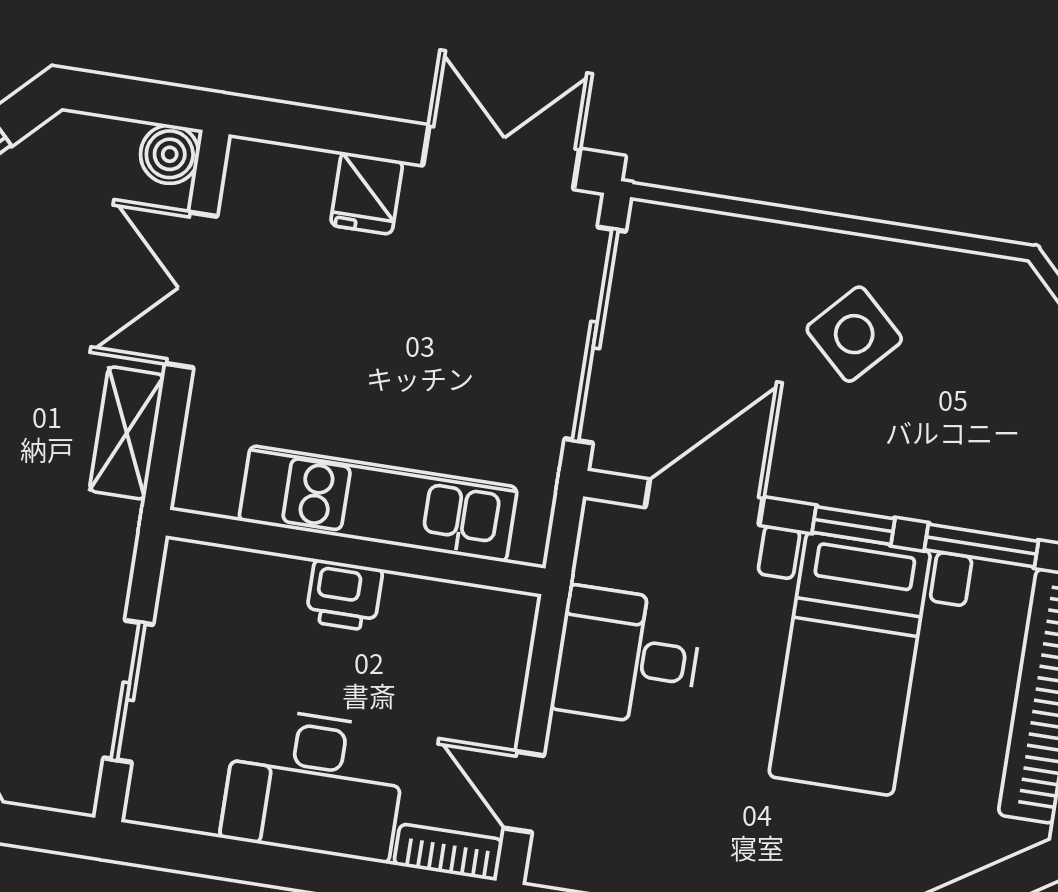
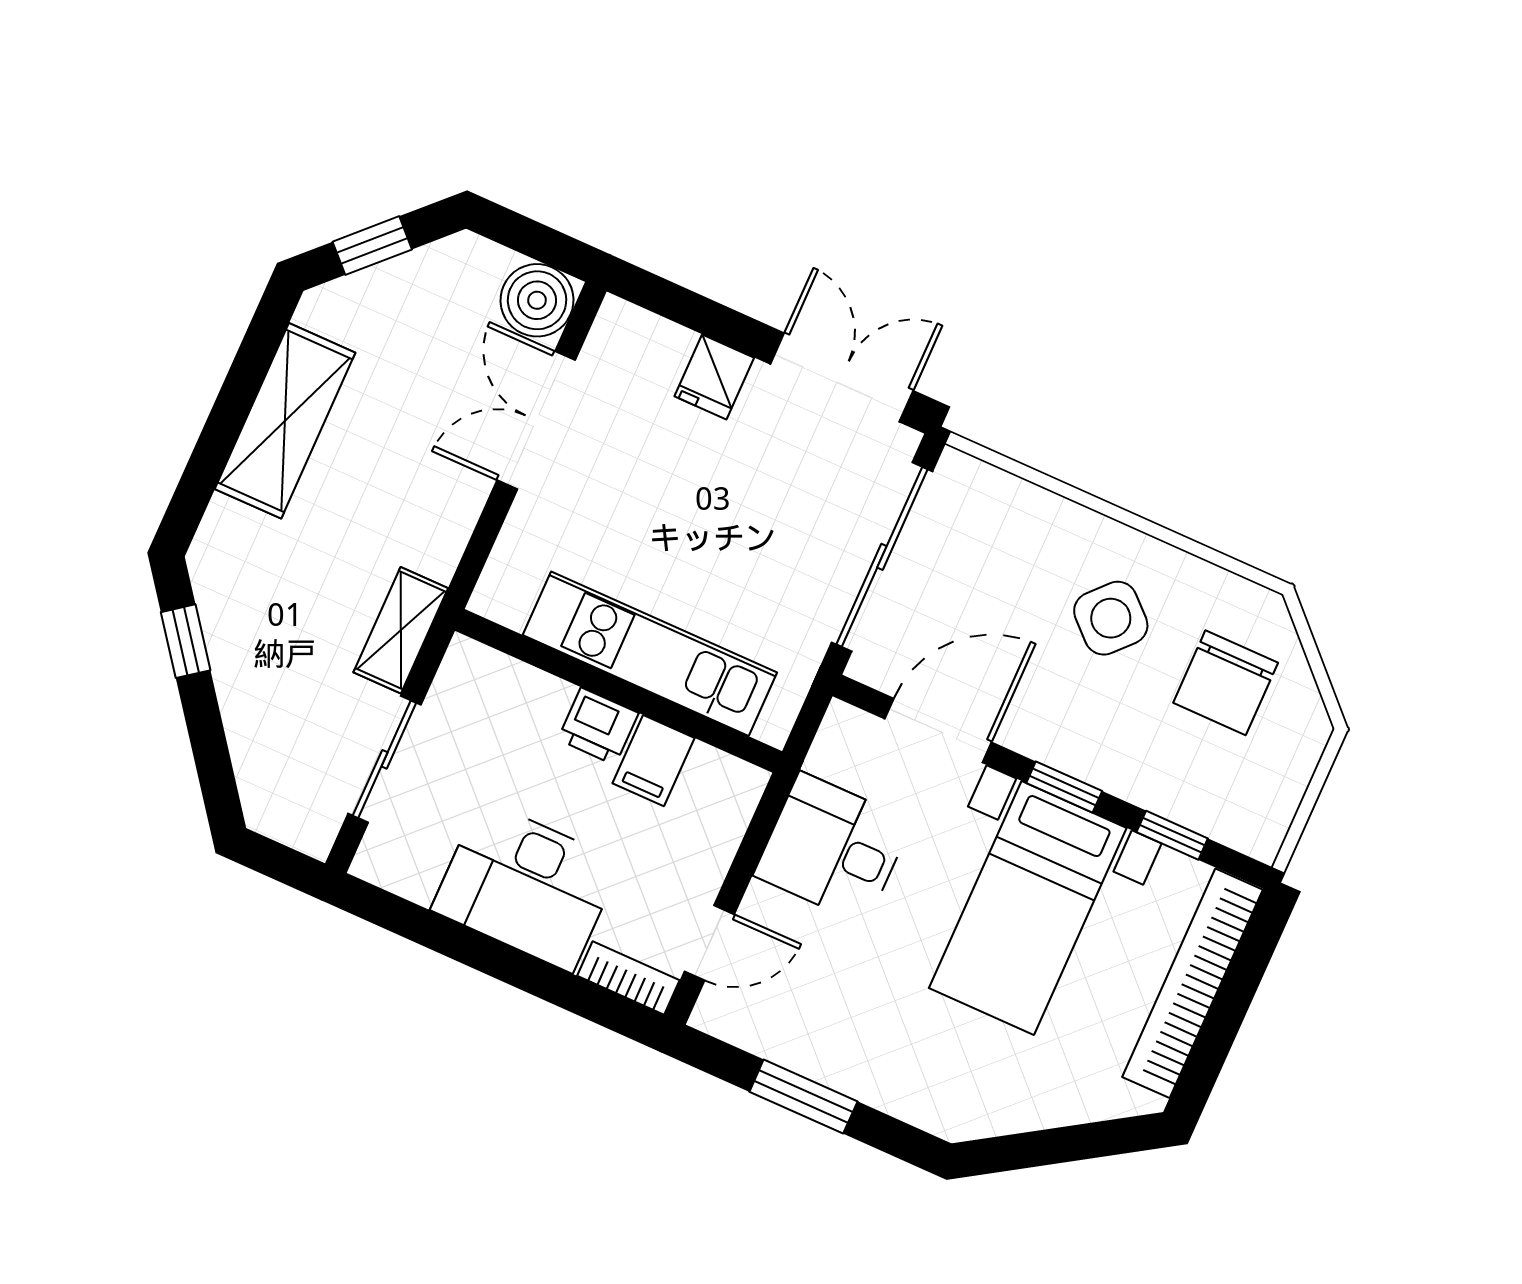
boiler: (170, 154) -> (537, 300), width x1.36, depth x1.36
chair: (994, 369) -> (1226, 683), added
shelving: (127, 433) -> (401, 630), moved
window: (981, 546) -> (1172, 835), width x0.67
filing cabinet: (412, 616) -> (653, 761), added
door: (524, 792) -> (709, 943), swing flipped

